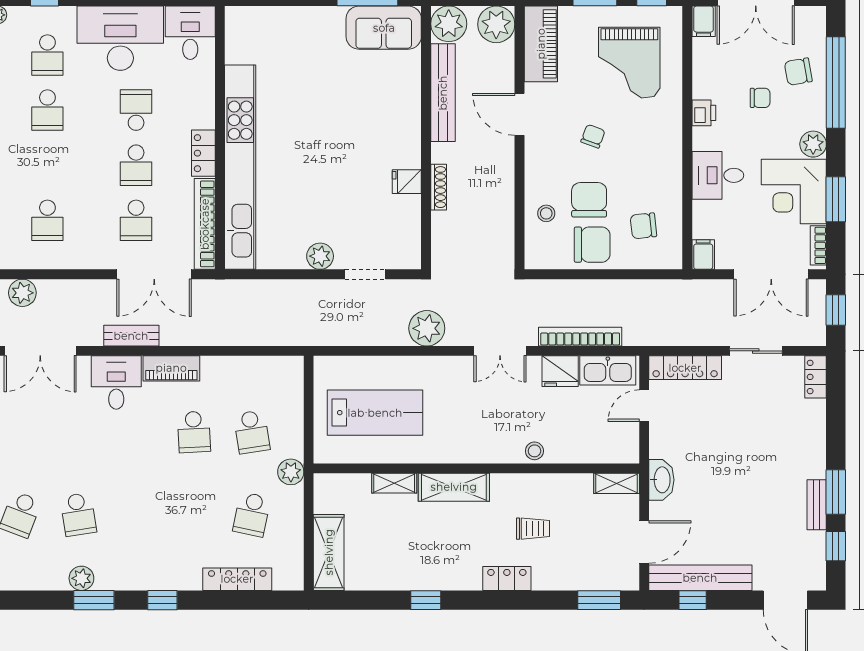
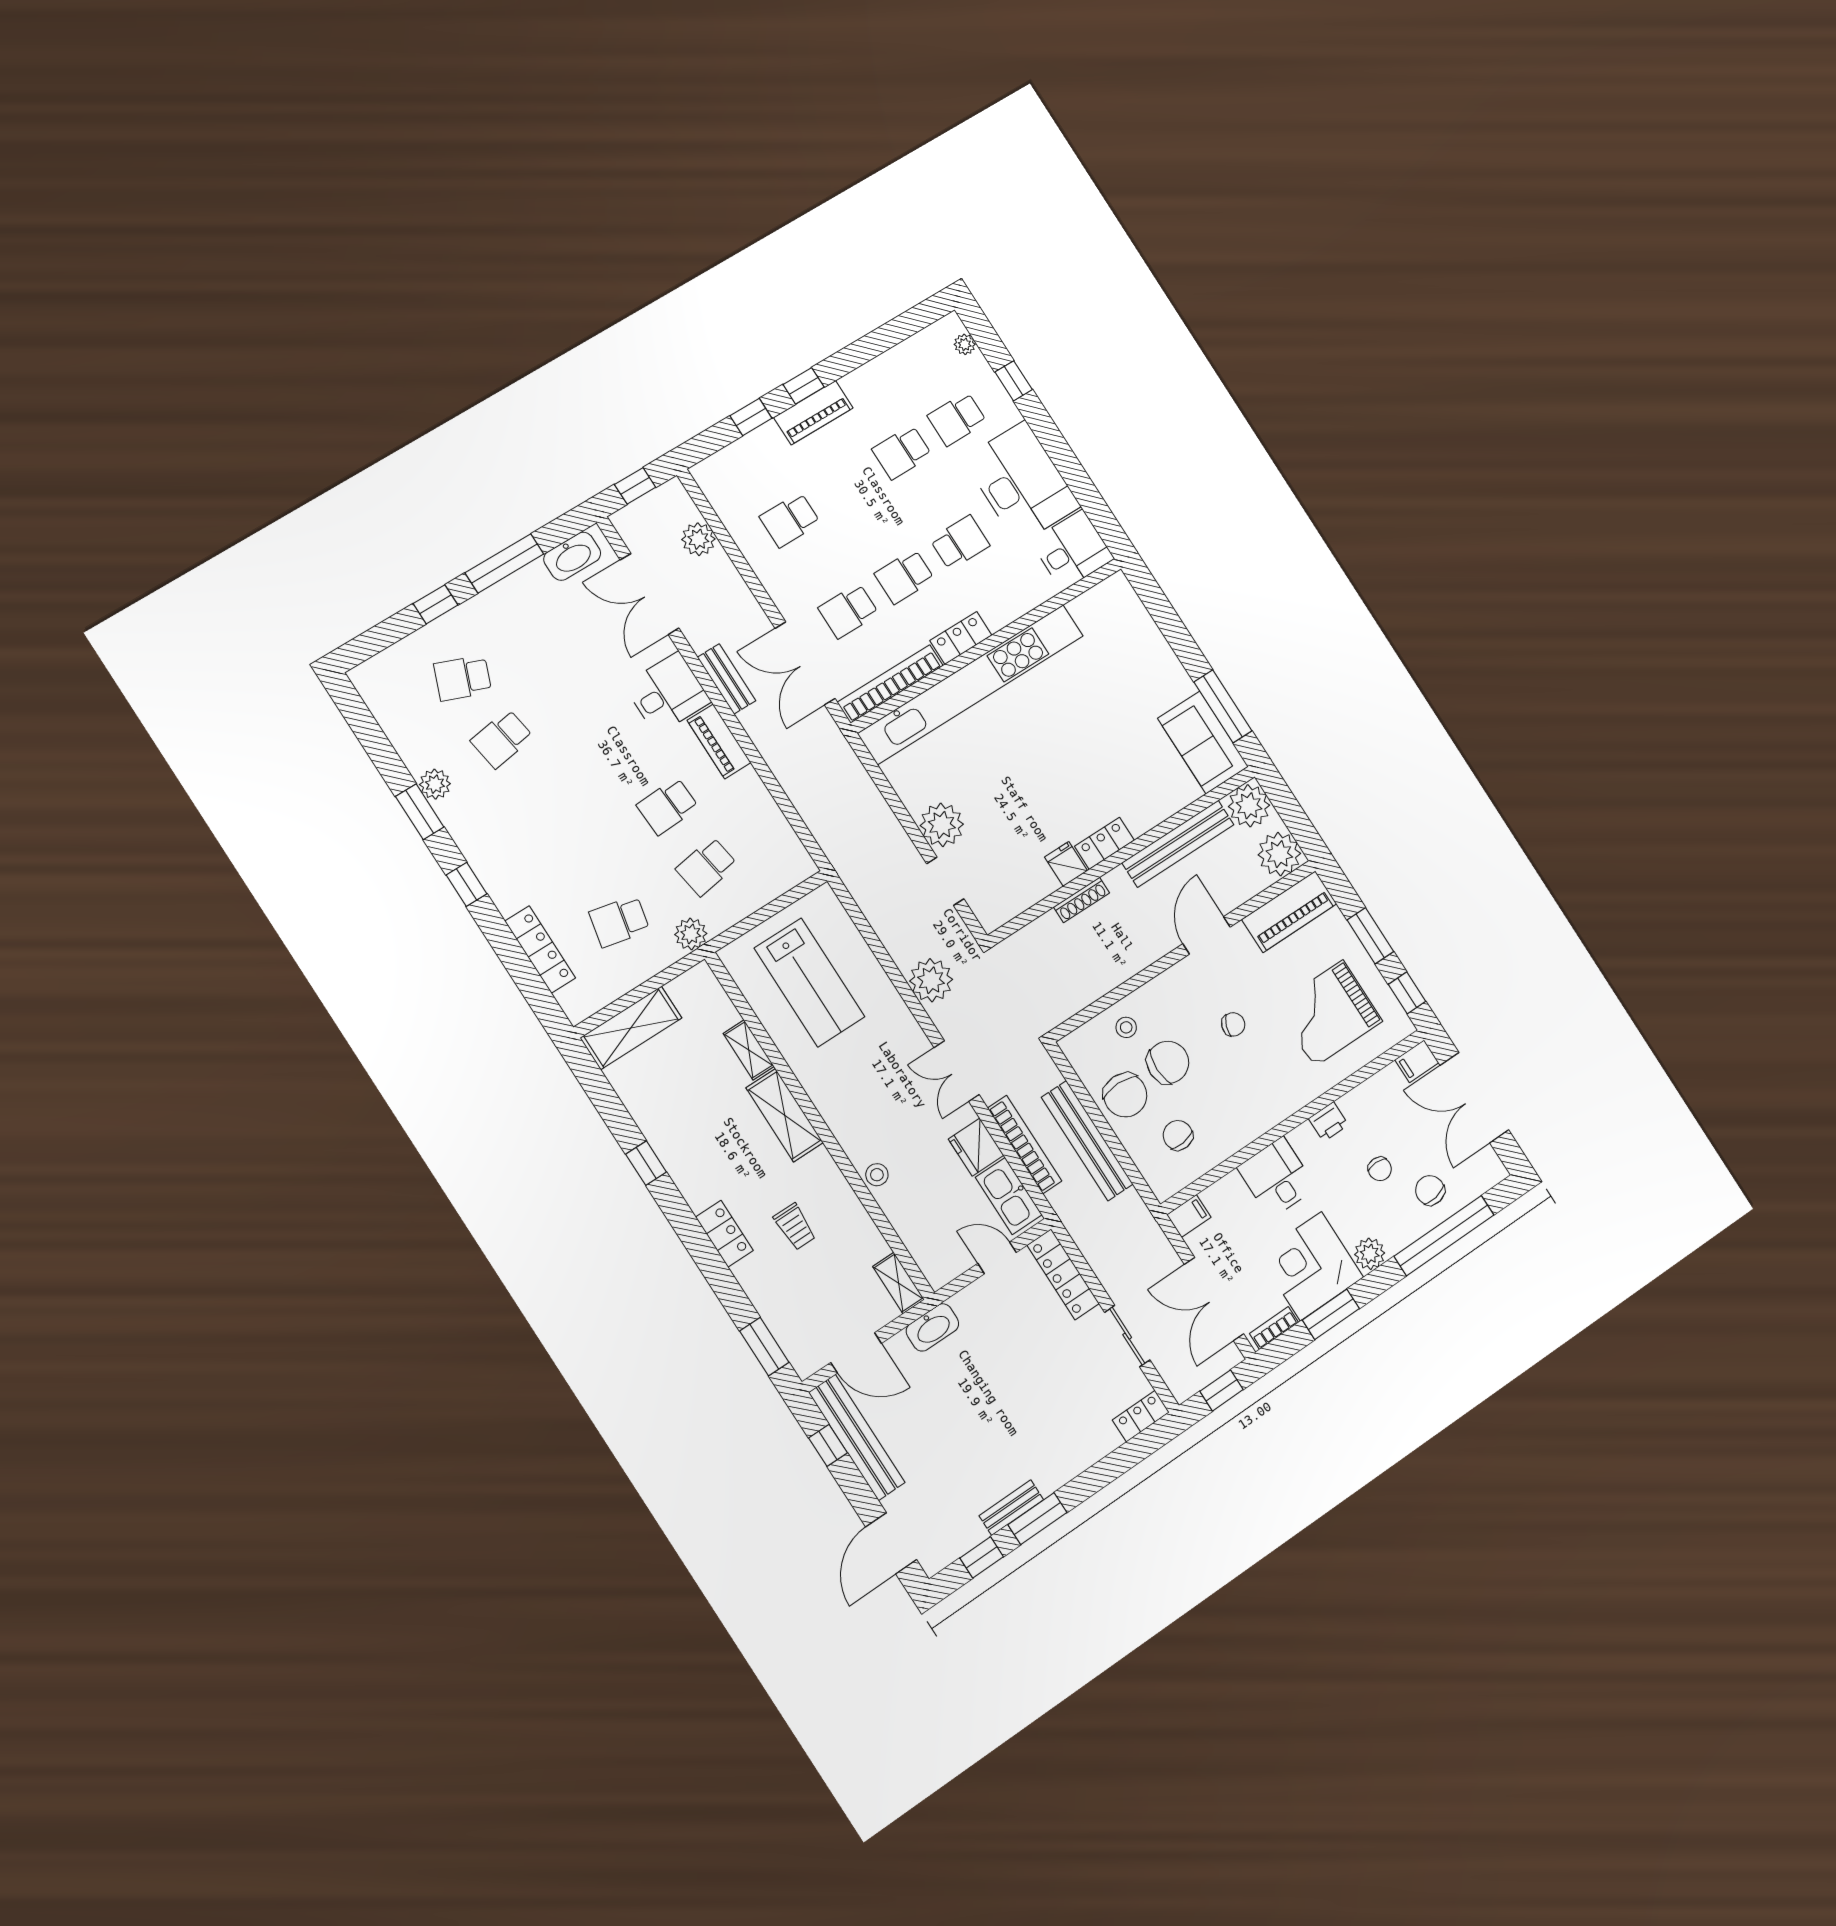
locker: (410, 145) -> (1105, 843), added
plant: (320, 256) -> (942, 825), width x1.36, depth x1.36
bench: (606, 292) -> (1087, 1141), added

